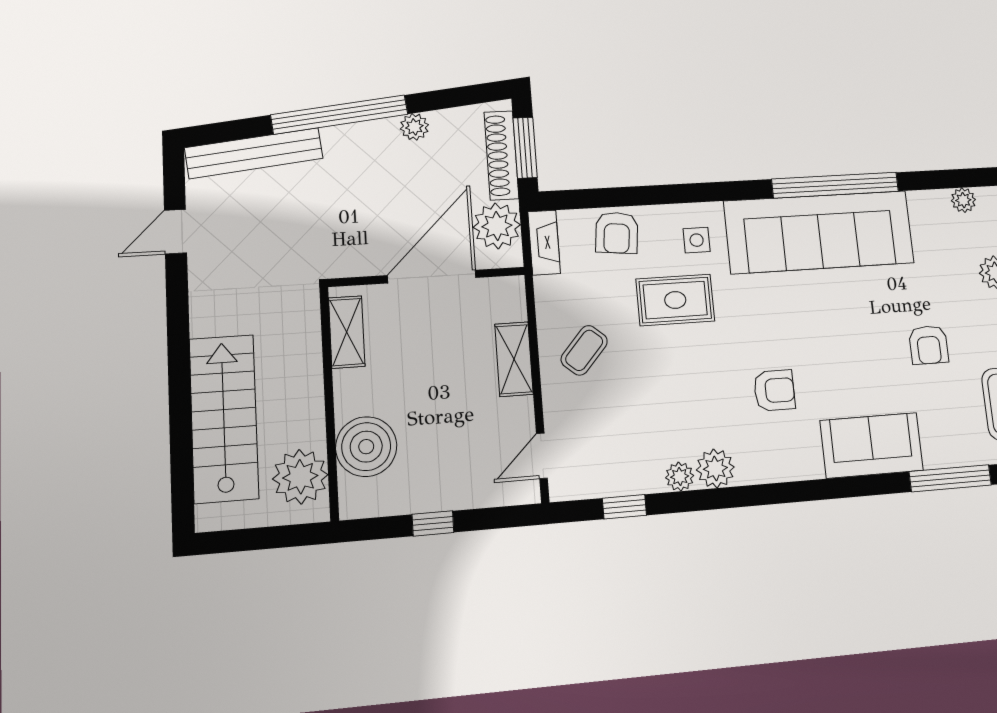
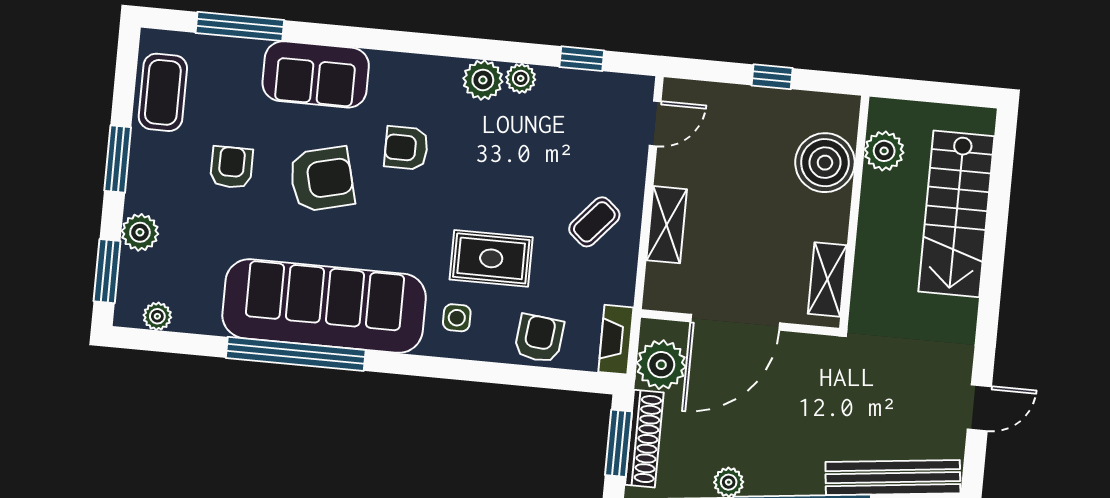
armchair: (846, 348) -> (322, 179), added
plant: (300, 477) -> (884, 151), width x0.73, depth x0.73

